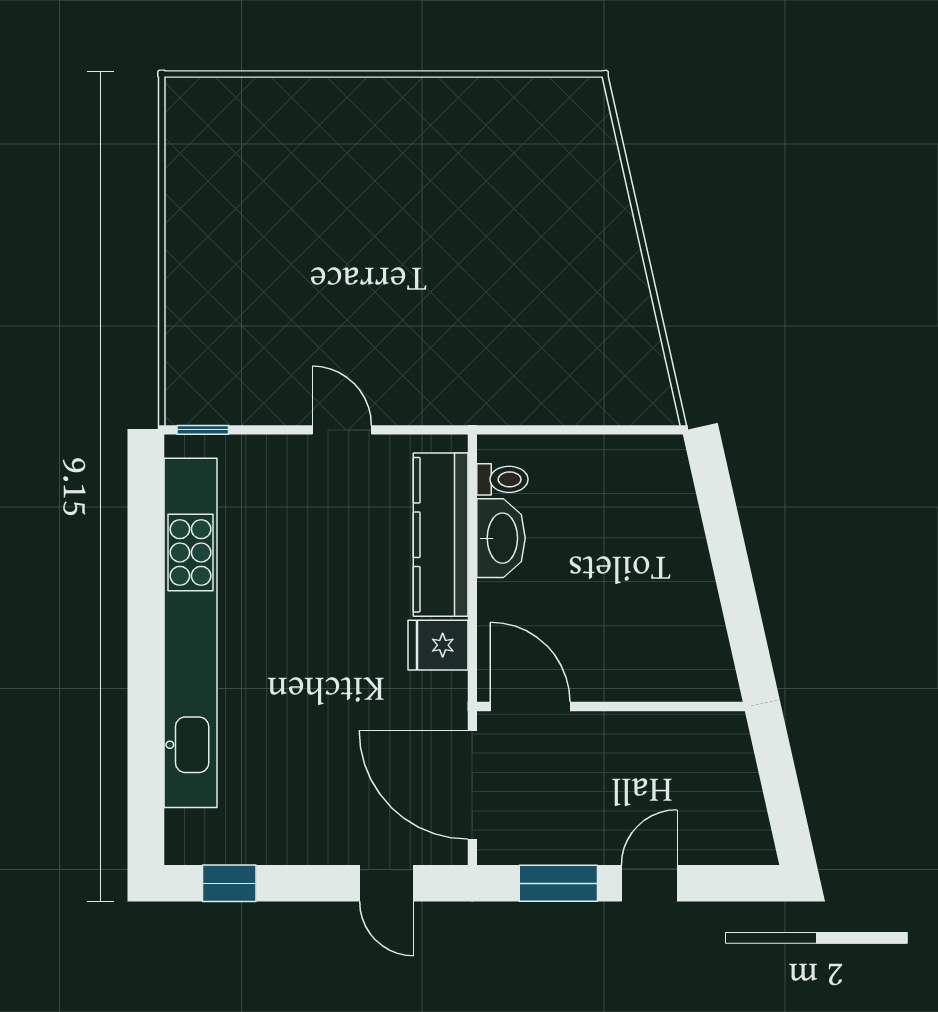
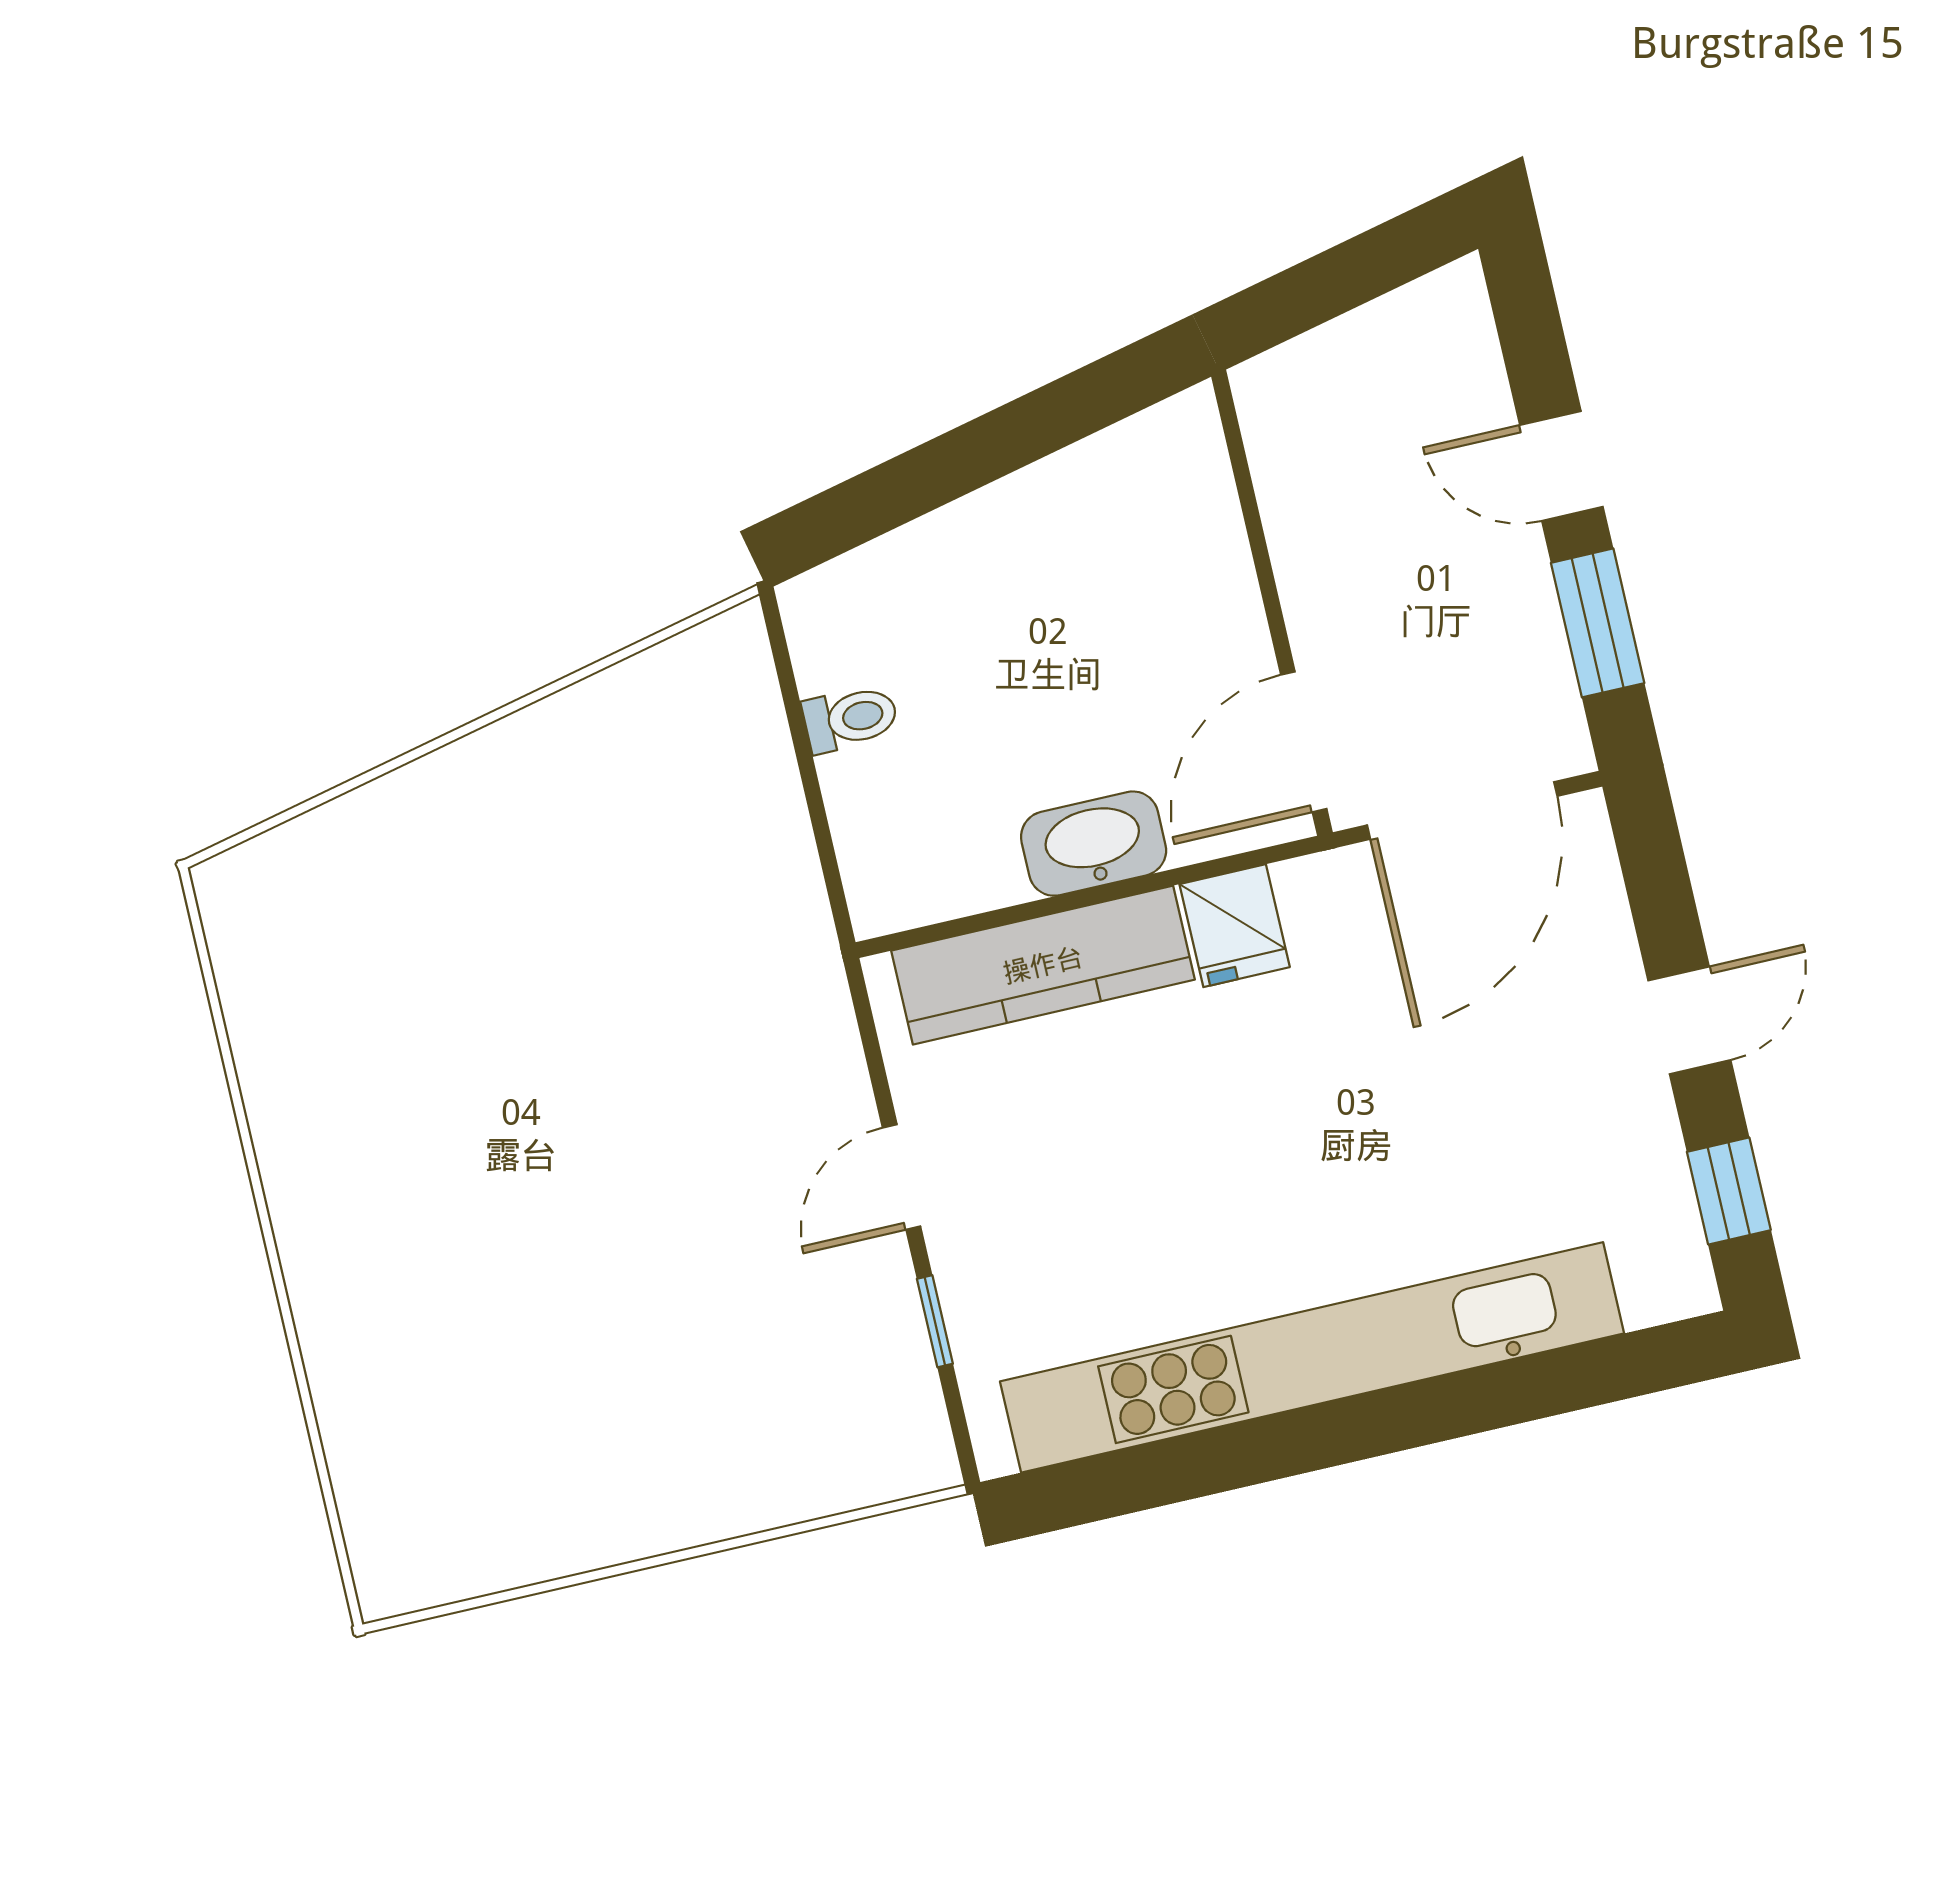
window: (203, 430) -> (935, 1321), moved
toilet: (502, 479) -> (850, 718), moved, turned 90
washbasin: (501, 538) -> (1094, 844), moved
door: (387, 883) -> (1689, 1020), moved

